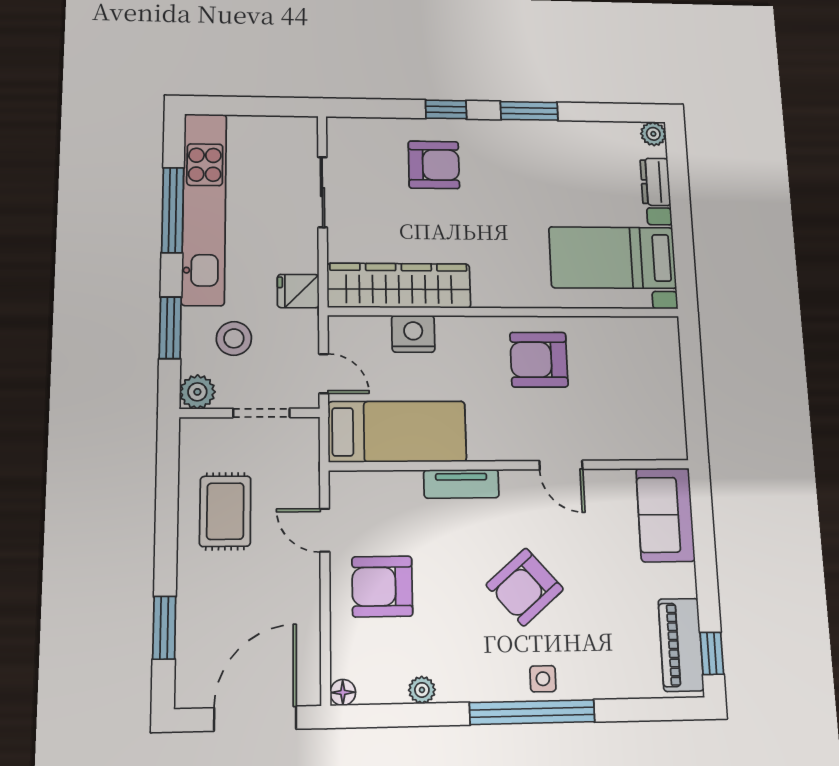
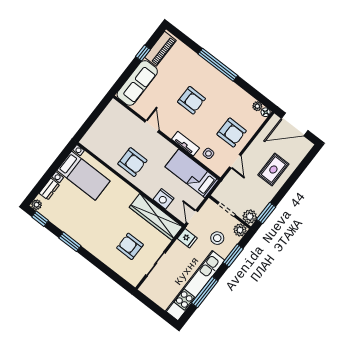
window: (446, 109) -> (40, 219), moved
armchair: (434, 165) -> (130, 246), moved
door: (324, 374) -> (192, 217), moved
plant: (198, 436) -> (250, 217), added
rug: (225, 511) -> (273, 170), moved
sofa: (665, 515) -> (137, 83), width x1.36
armchair: (525, 587) -> (191, 100), turned 41
window: (164, 628) -> (266, 213), moved
window: (712, 653) -> (143, 53), moved
side table: (543, 679) -> (208, 153), moved
plant: (422, 690) -> (257, 106), moved

